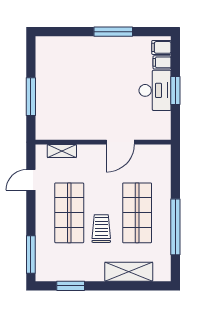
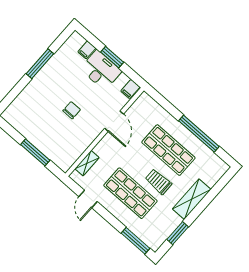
filing cabinet: (161, 47) -> (130, 89), moved
chair: (97, 96) -> (72, 110), added
shelving: (129, 272) -> (192, 199), moved

